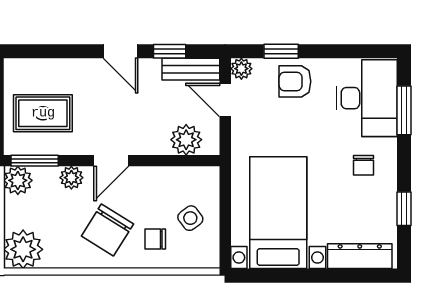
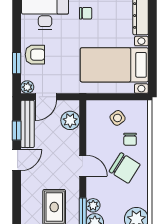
bench: (191, 69) -> (28, 124), width x1.36
armchair: (295, 81) -> (35, 55), turned -90
plant: (71, 178) -> (93, 205), moved

